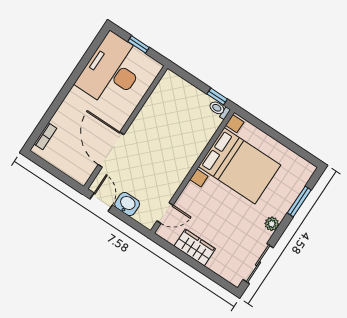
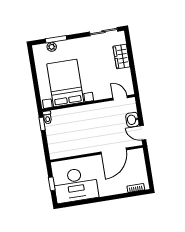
door: (101, 202) -> (143, 133), hinge flipped
plant: (272, 224) -> (52, 47), moved
wardrobe: (195, 247) -> (122, 56), moved

